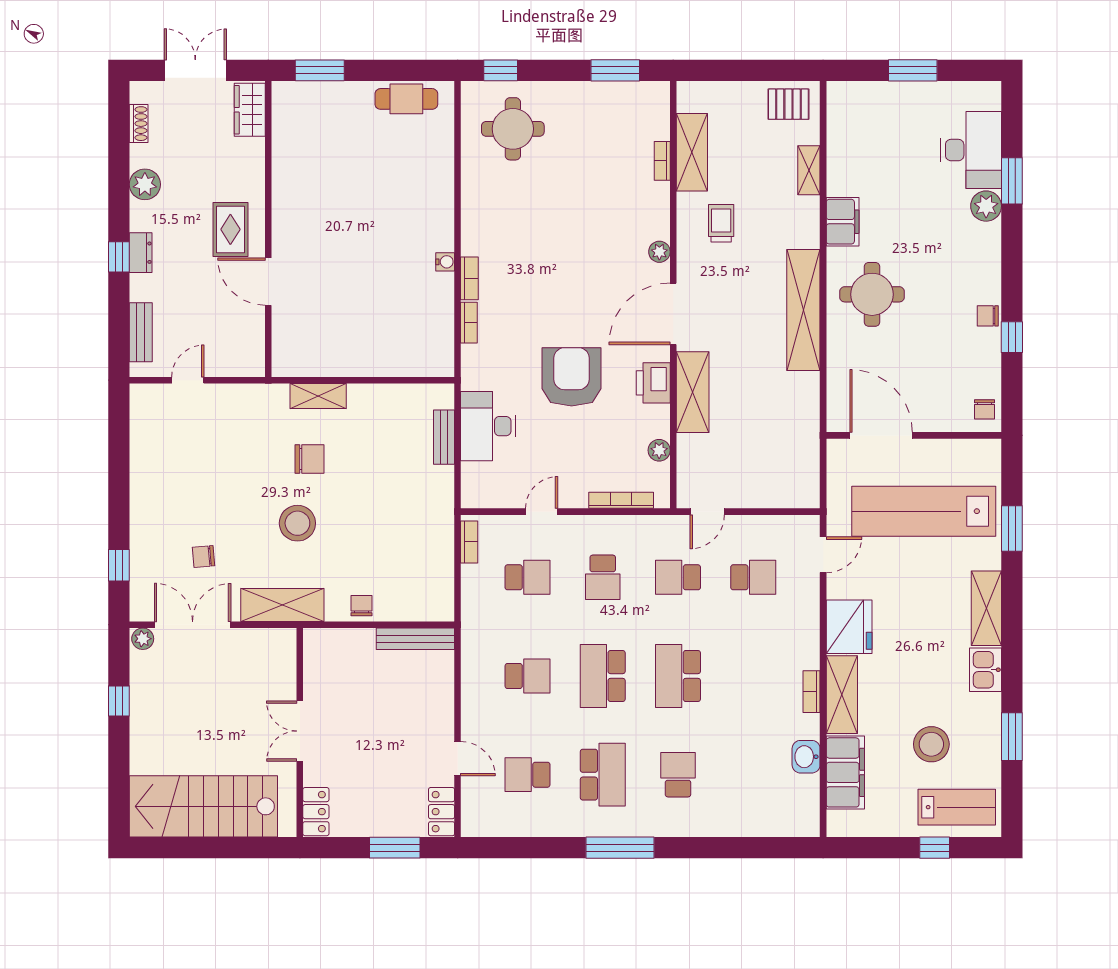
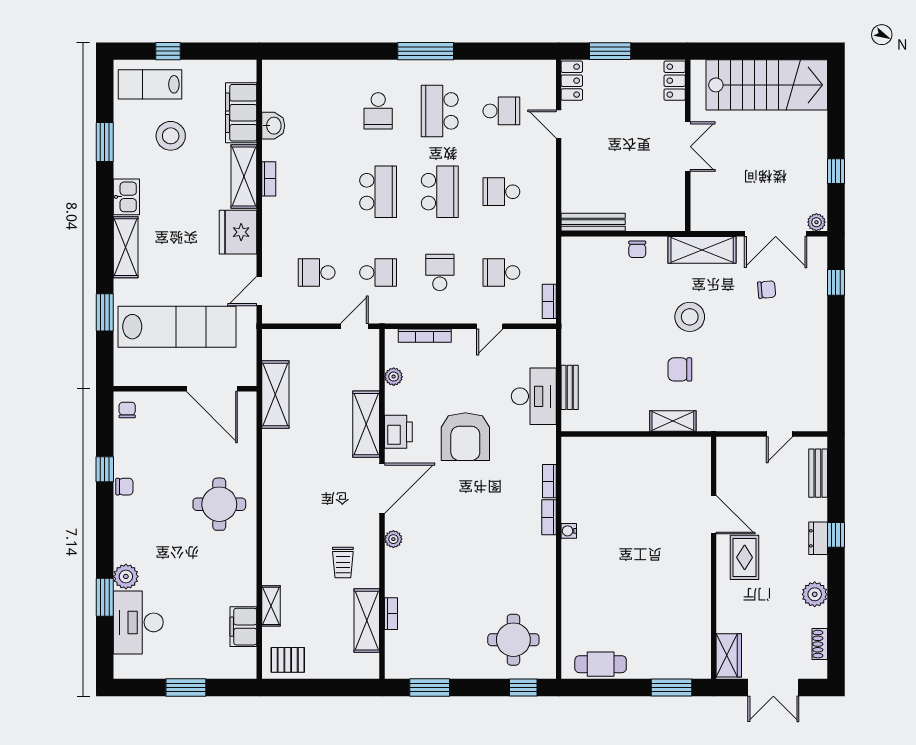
filing cabinet: (843, 222) -> (243, 627), moved
shelving: (803, 310) -> (275, 394), moved, width x0.68

